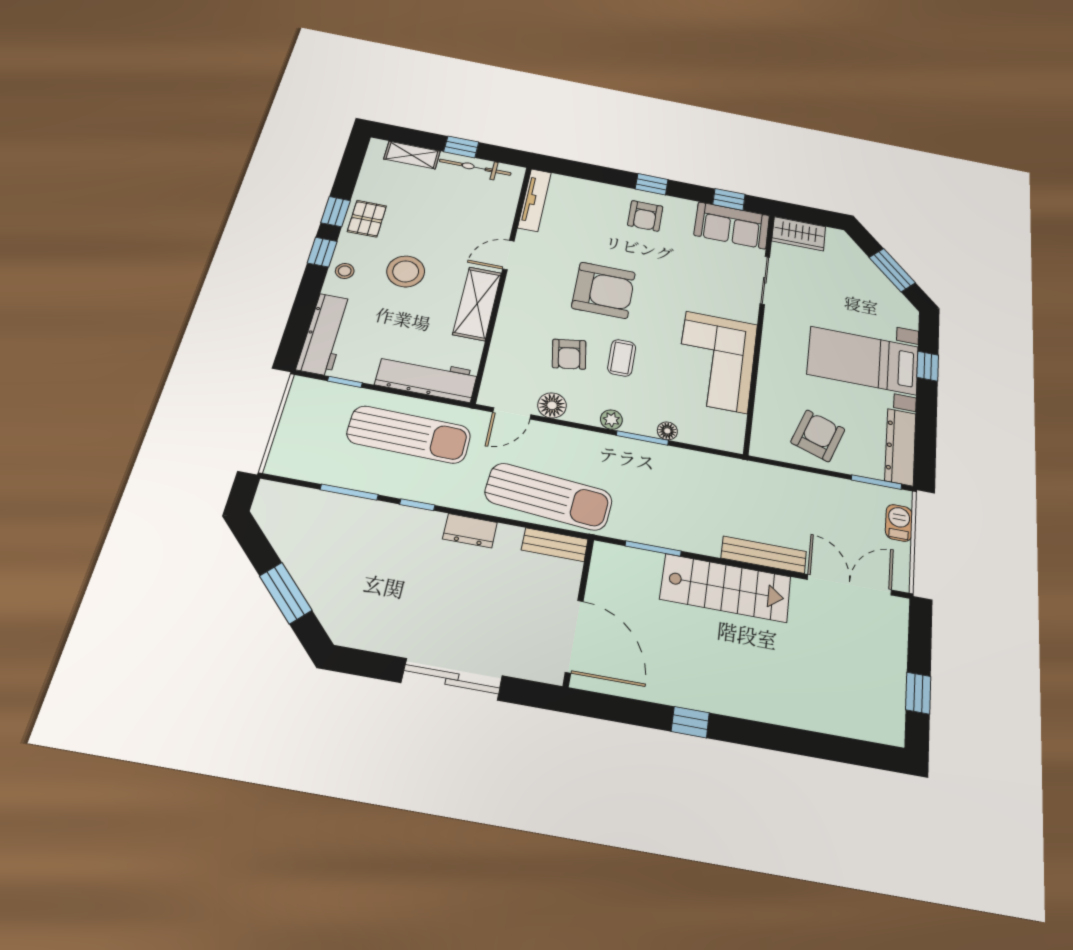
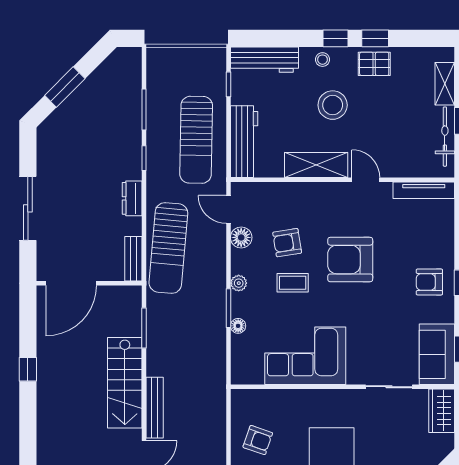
armchair: (604, 290) -> (350, 260), turned 90
armchair: (818, 436) -> (258, 440), width x0.72, depth x0.72

